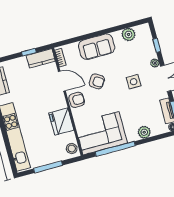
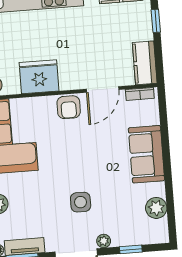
window: (29, 52) -> (156, 21), moved
armchair: (97, 81) -> (92, 144), removed

